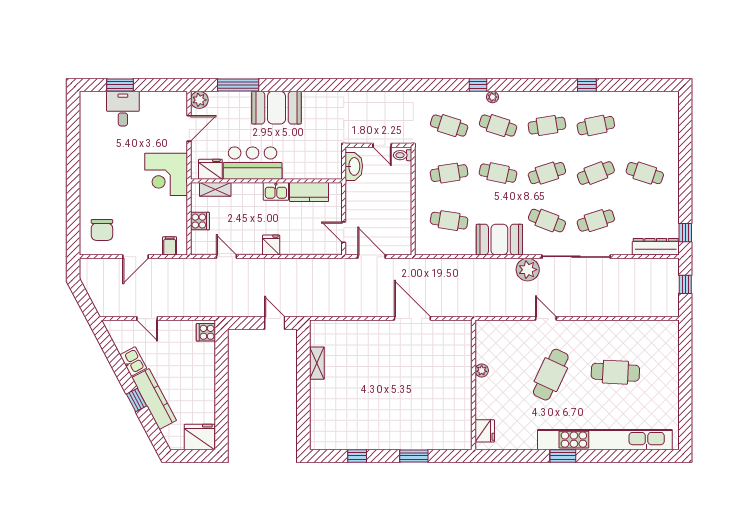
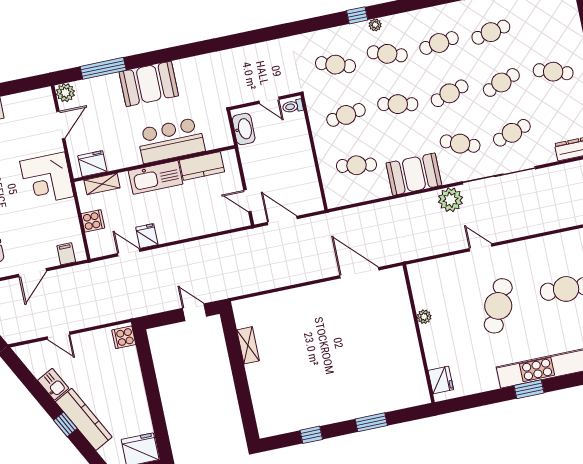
bar counter: (253, 163) -> (171, 140), moved
kitchen sink: (276, 191) -> (156, 177), width x1.88, depth x1.24
fridge: (271, 245) -> (147, 236), moved
door: (412, 318) -> (359, 273), moved

